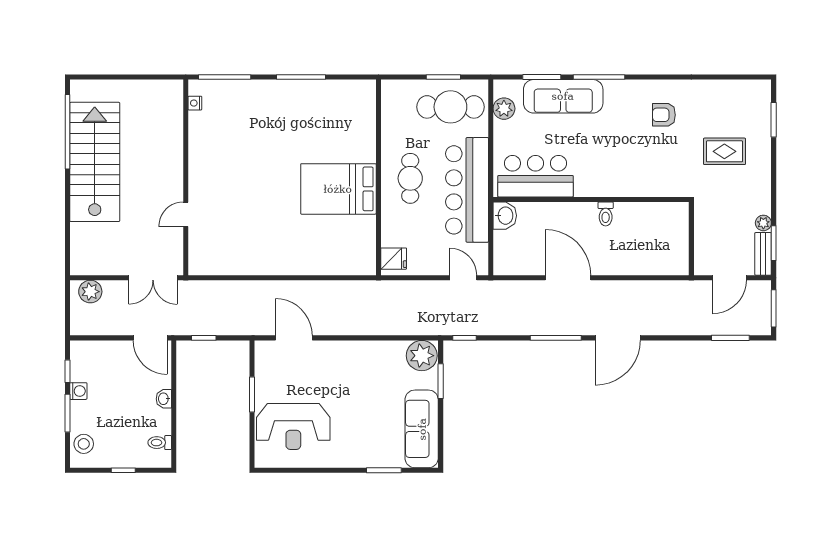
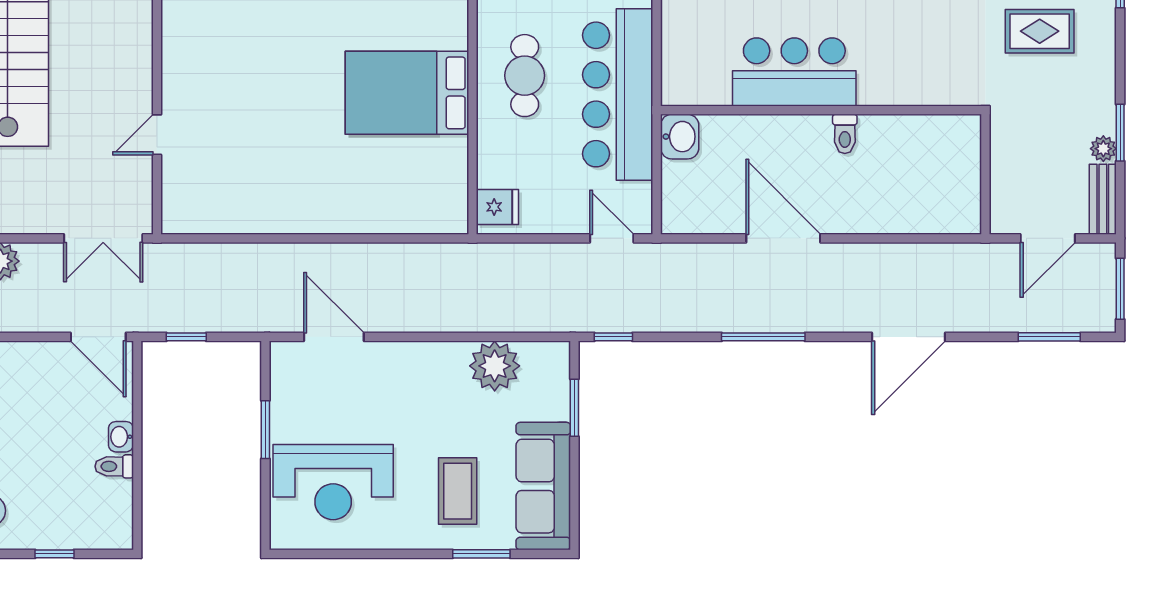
bar counter: (535, 176) -> (794, 72), moved
window: (774, 243) -> (1120, 133), moved
door: (618, 338) -> (908, 337), moved
plant: (422, 356) -> (495, 366), moved
coffee table: (369, 432) -> (458, 491), added
toilet: (160, 443) -> (114, 466), moved

